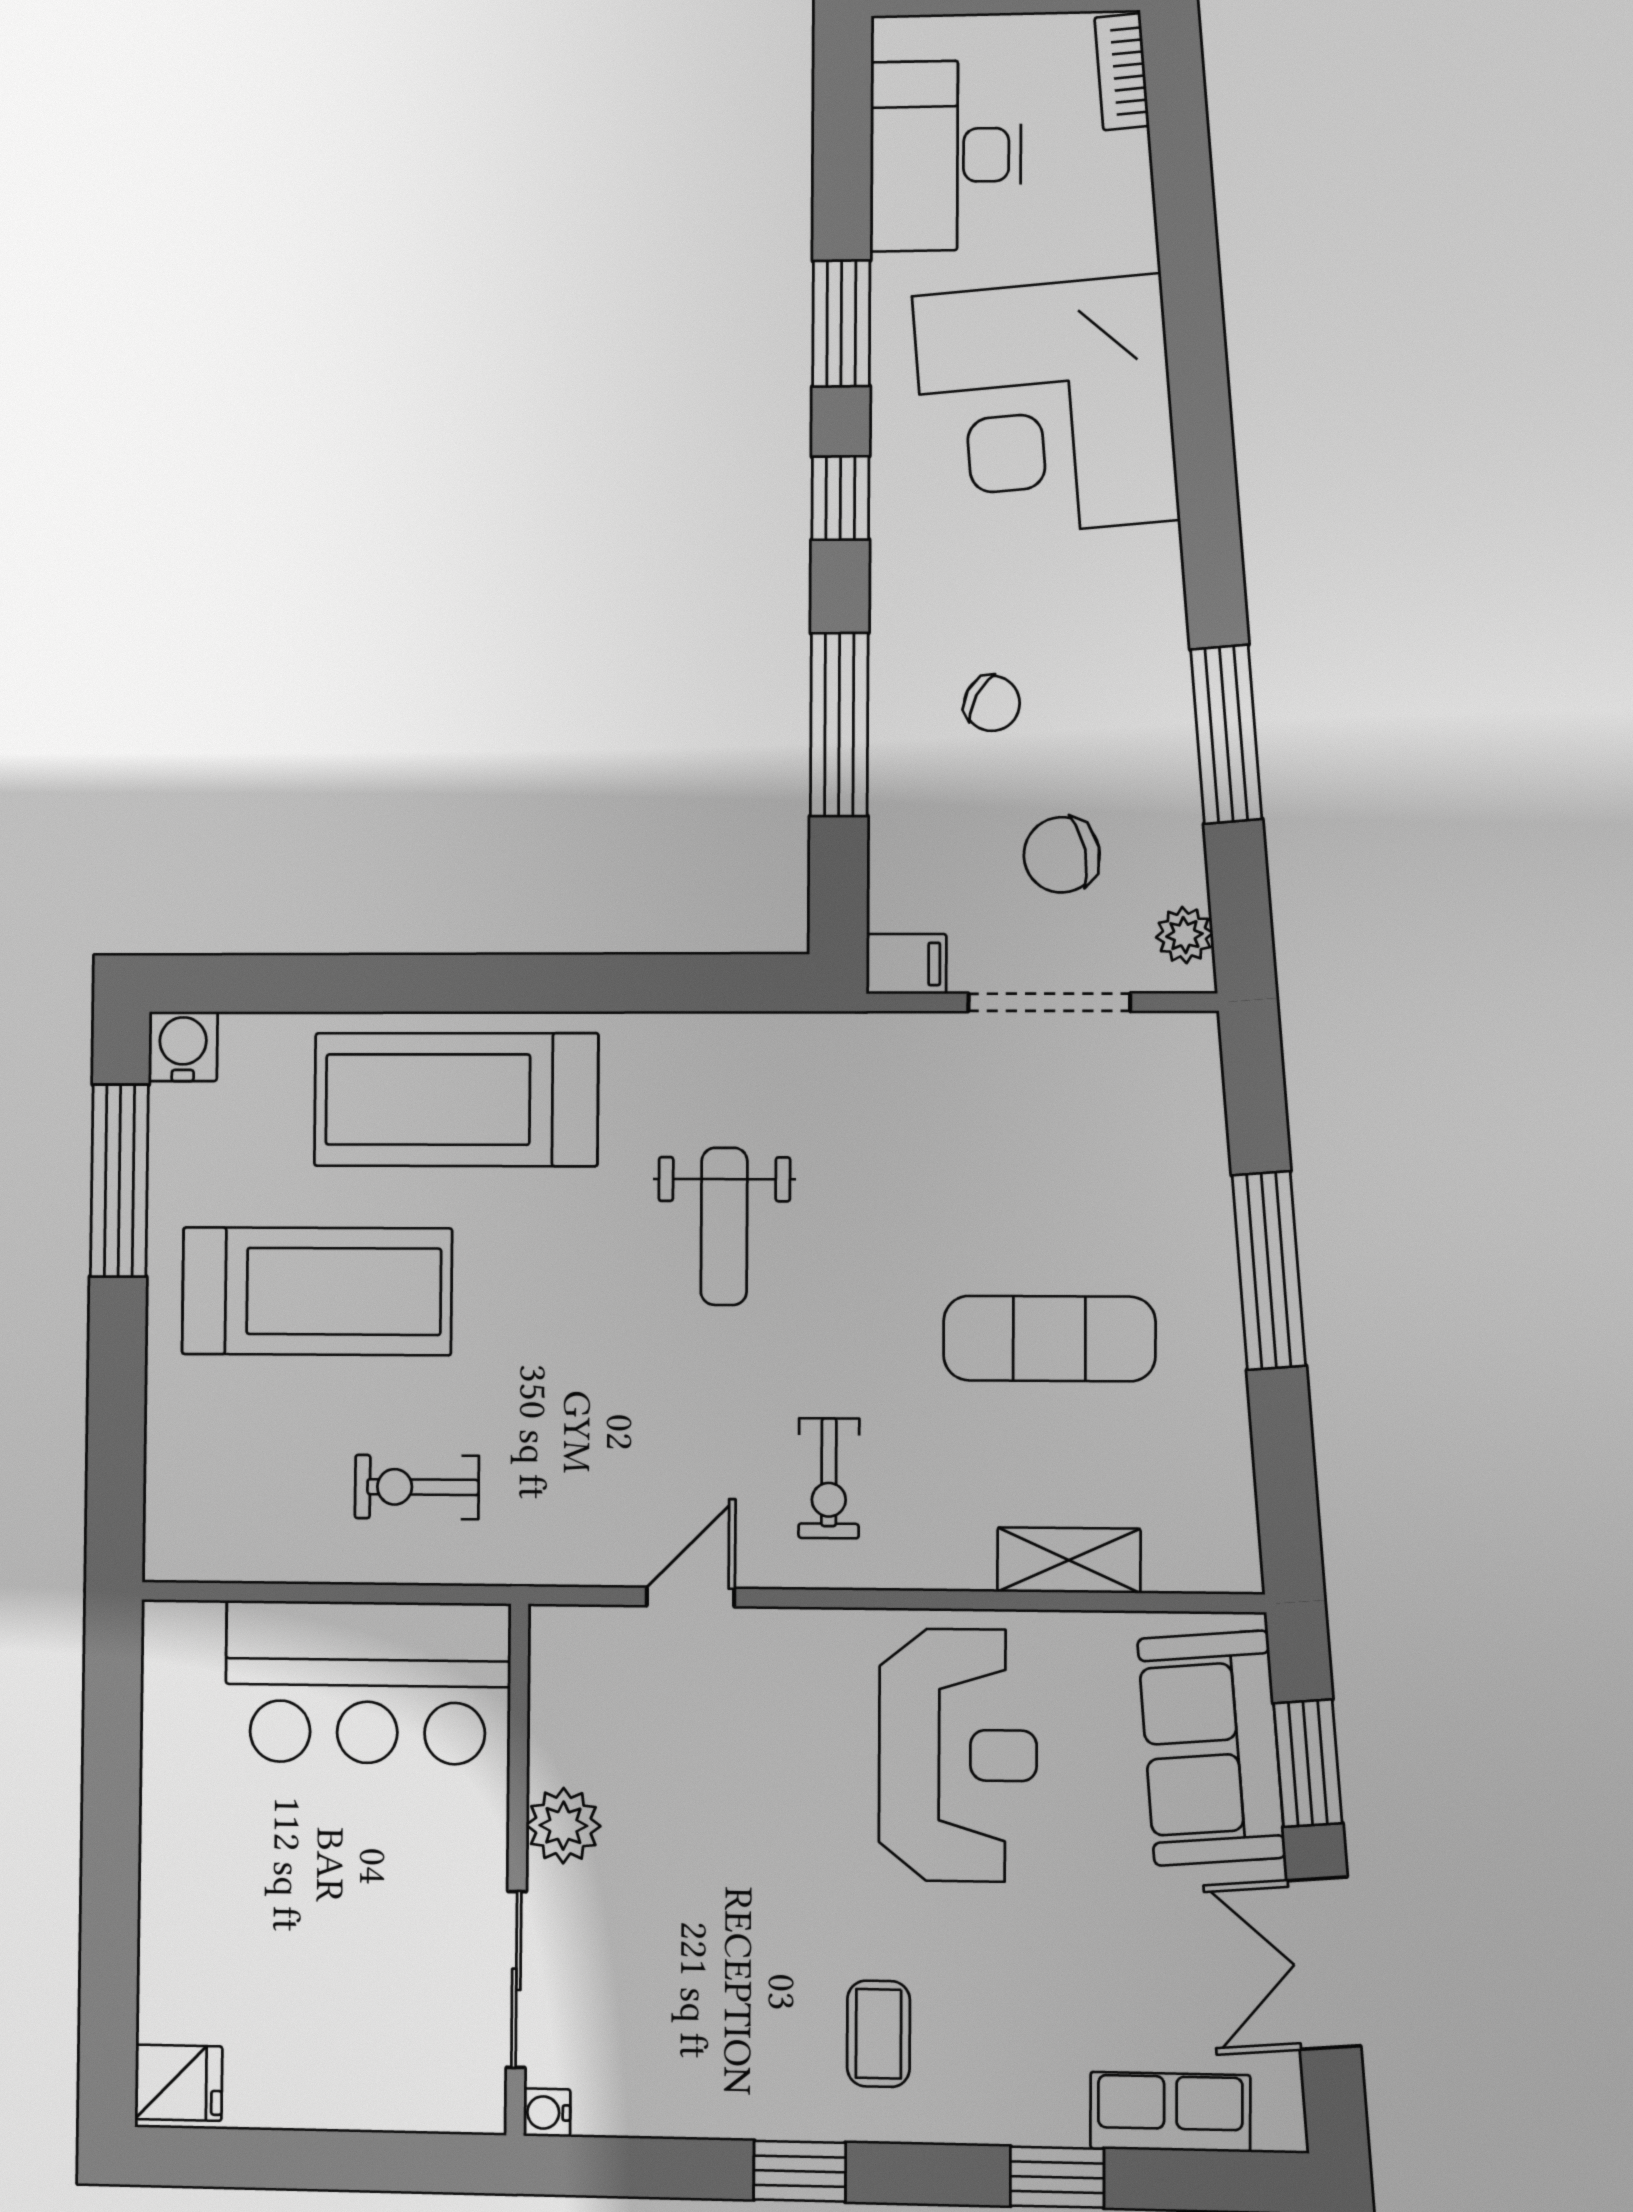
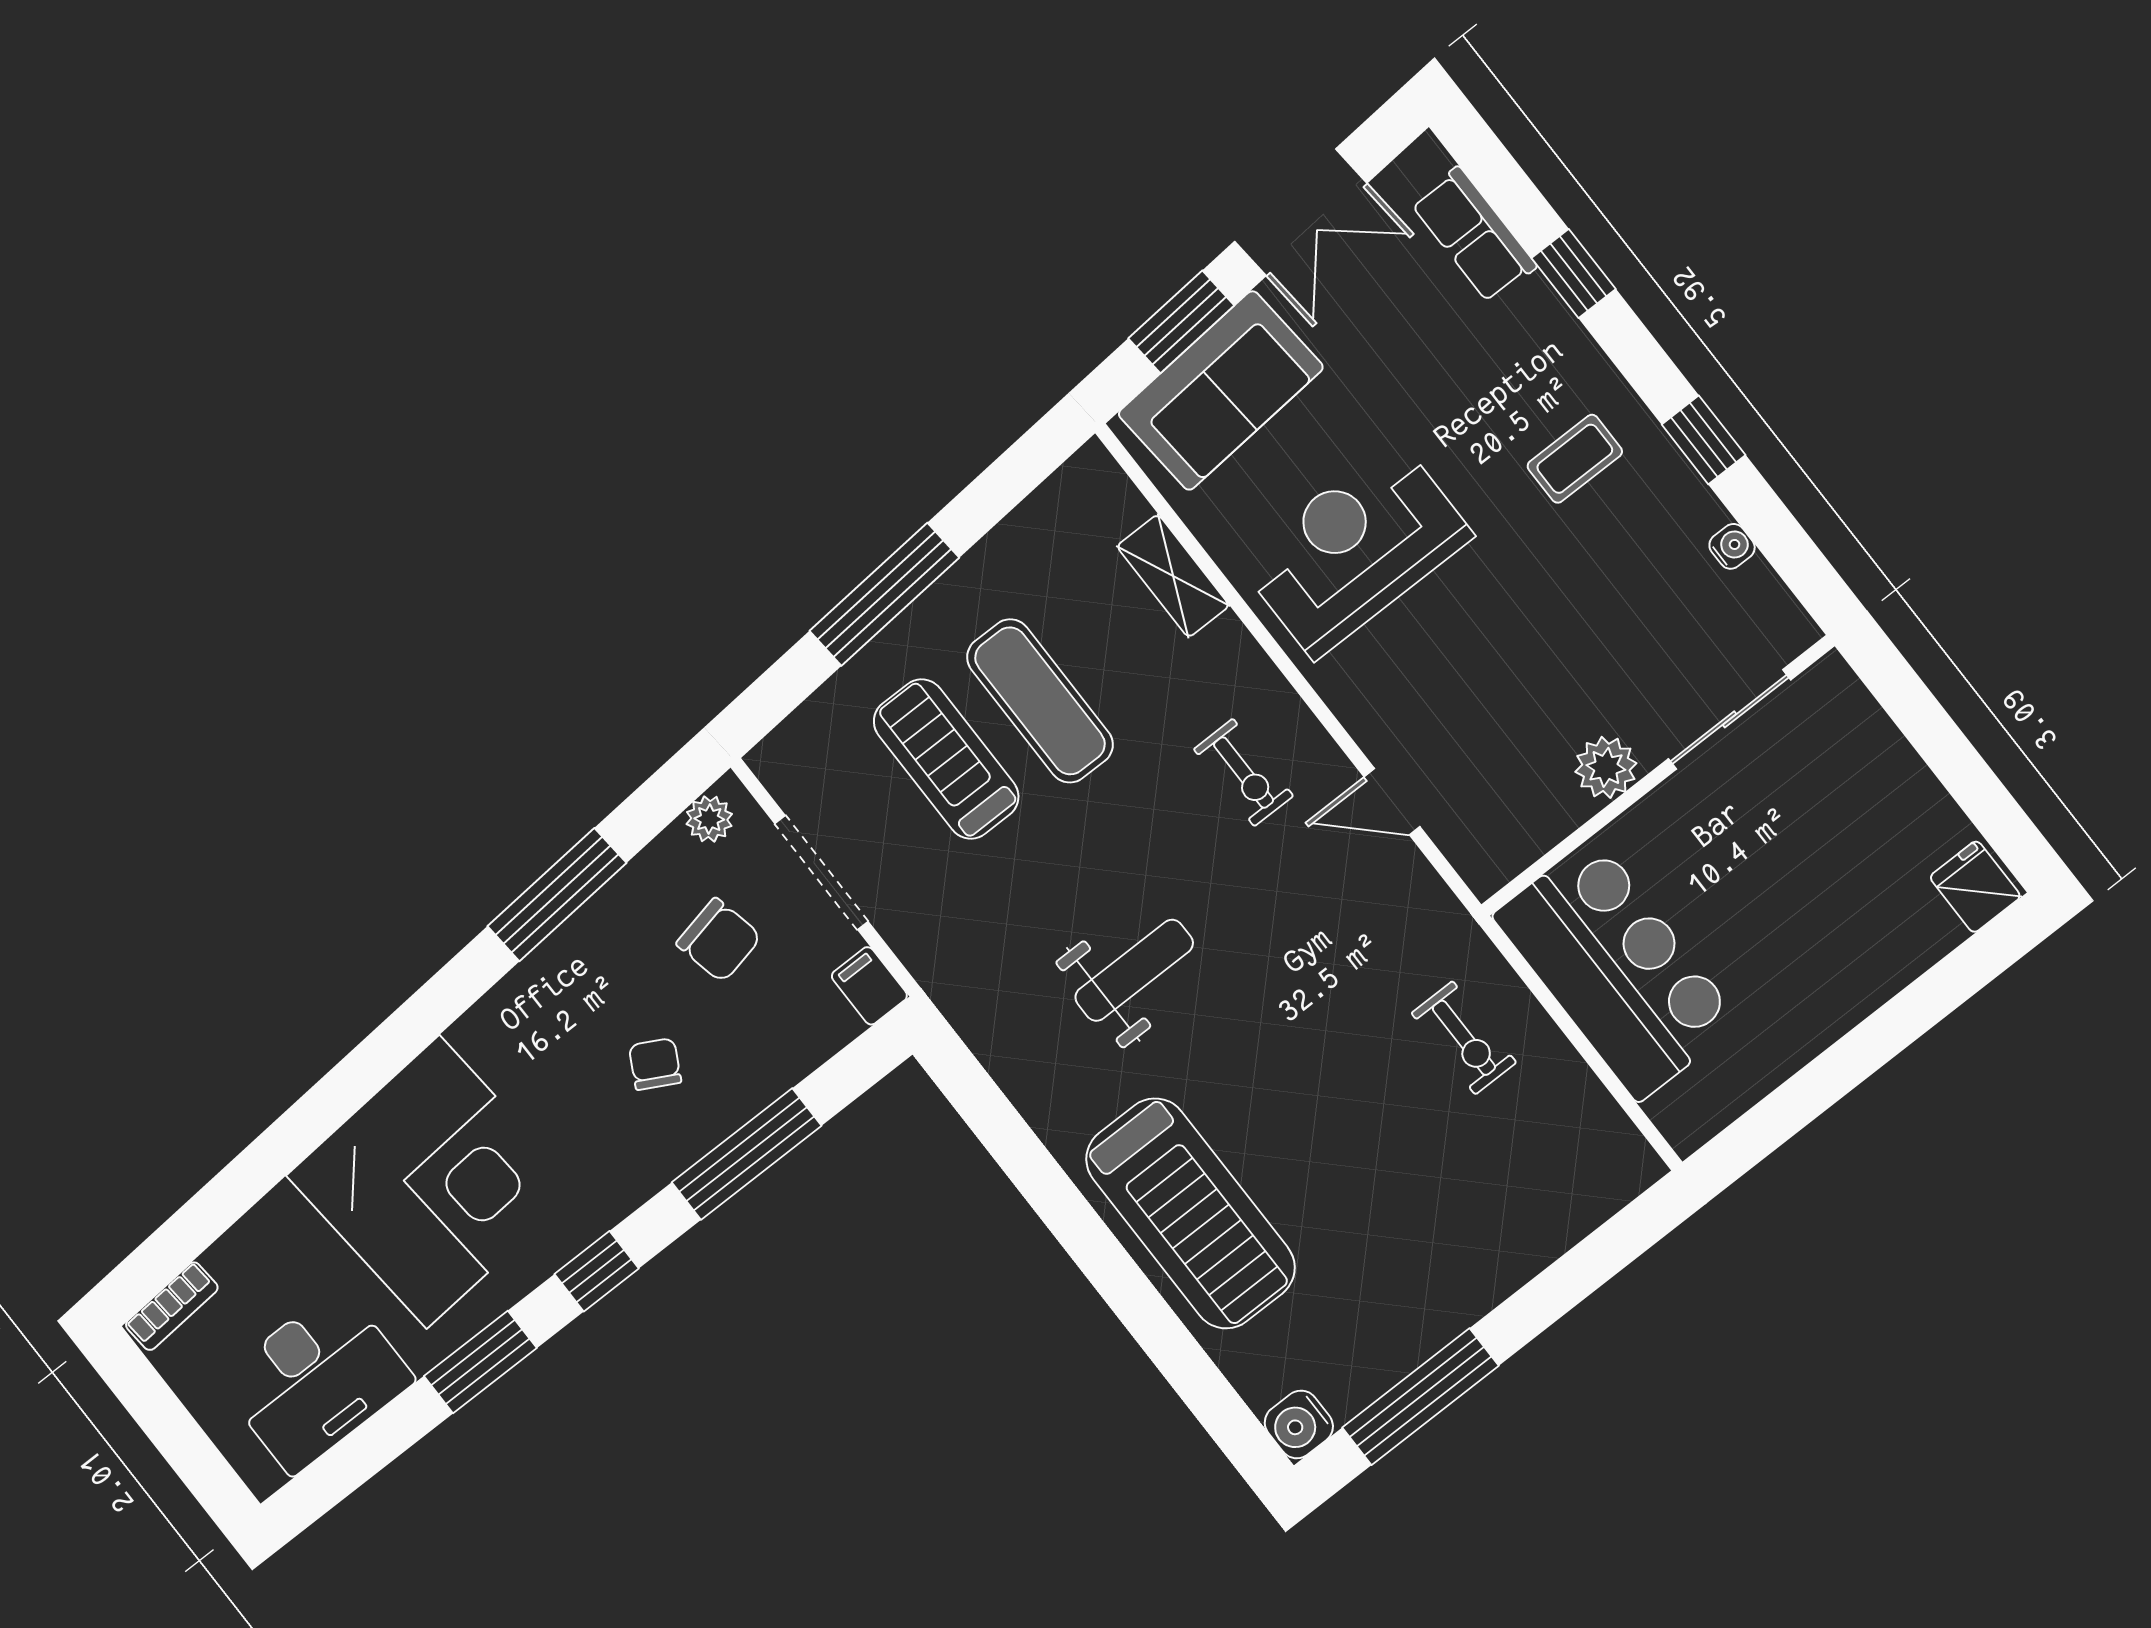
treadmill: (317, 1291) -> (946, 759), moved, width x0.73, depth x0.73
exercise bike: (829, 1478) -> (1244, 773), turned 90
water cooler: (547, 2113) -> (1732, 546), moved, turned -90

